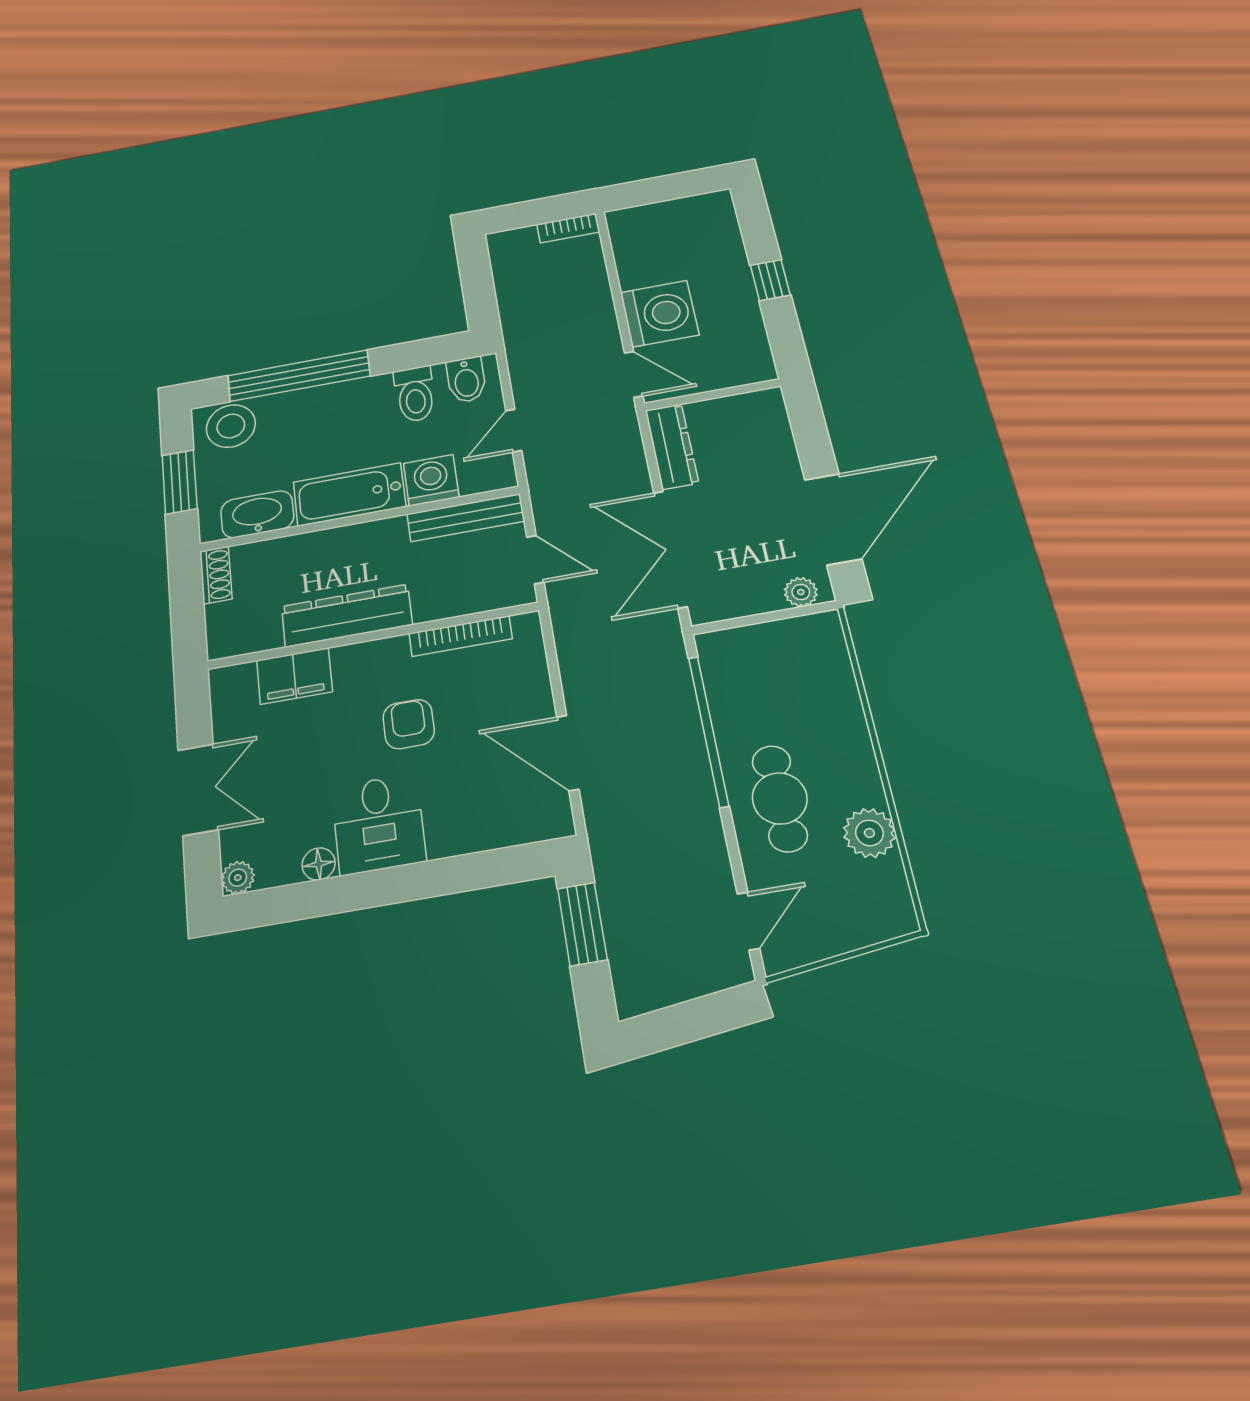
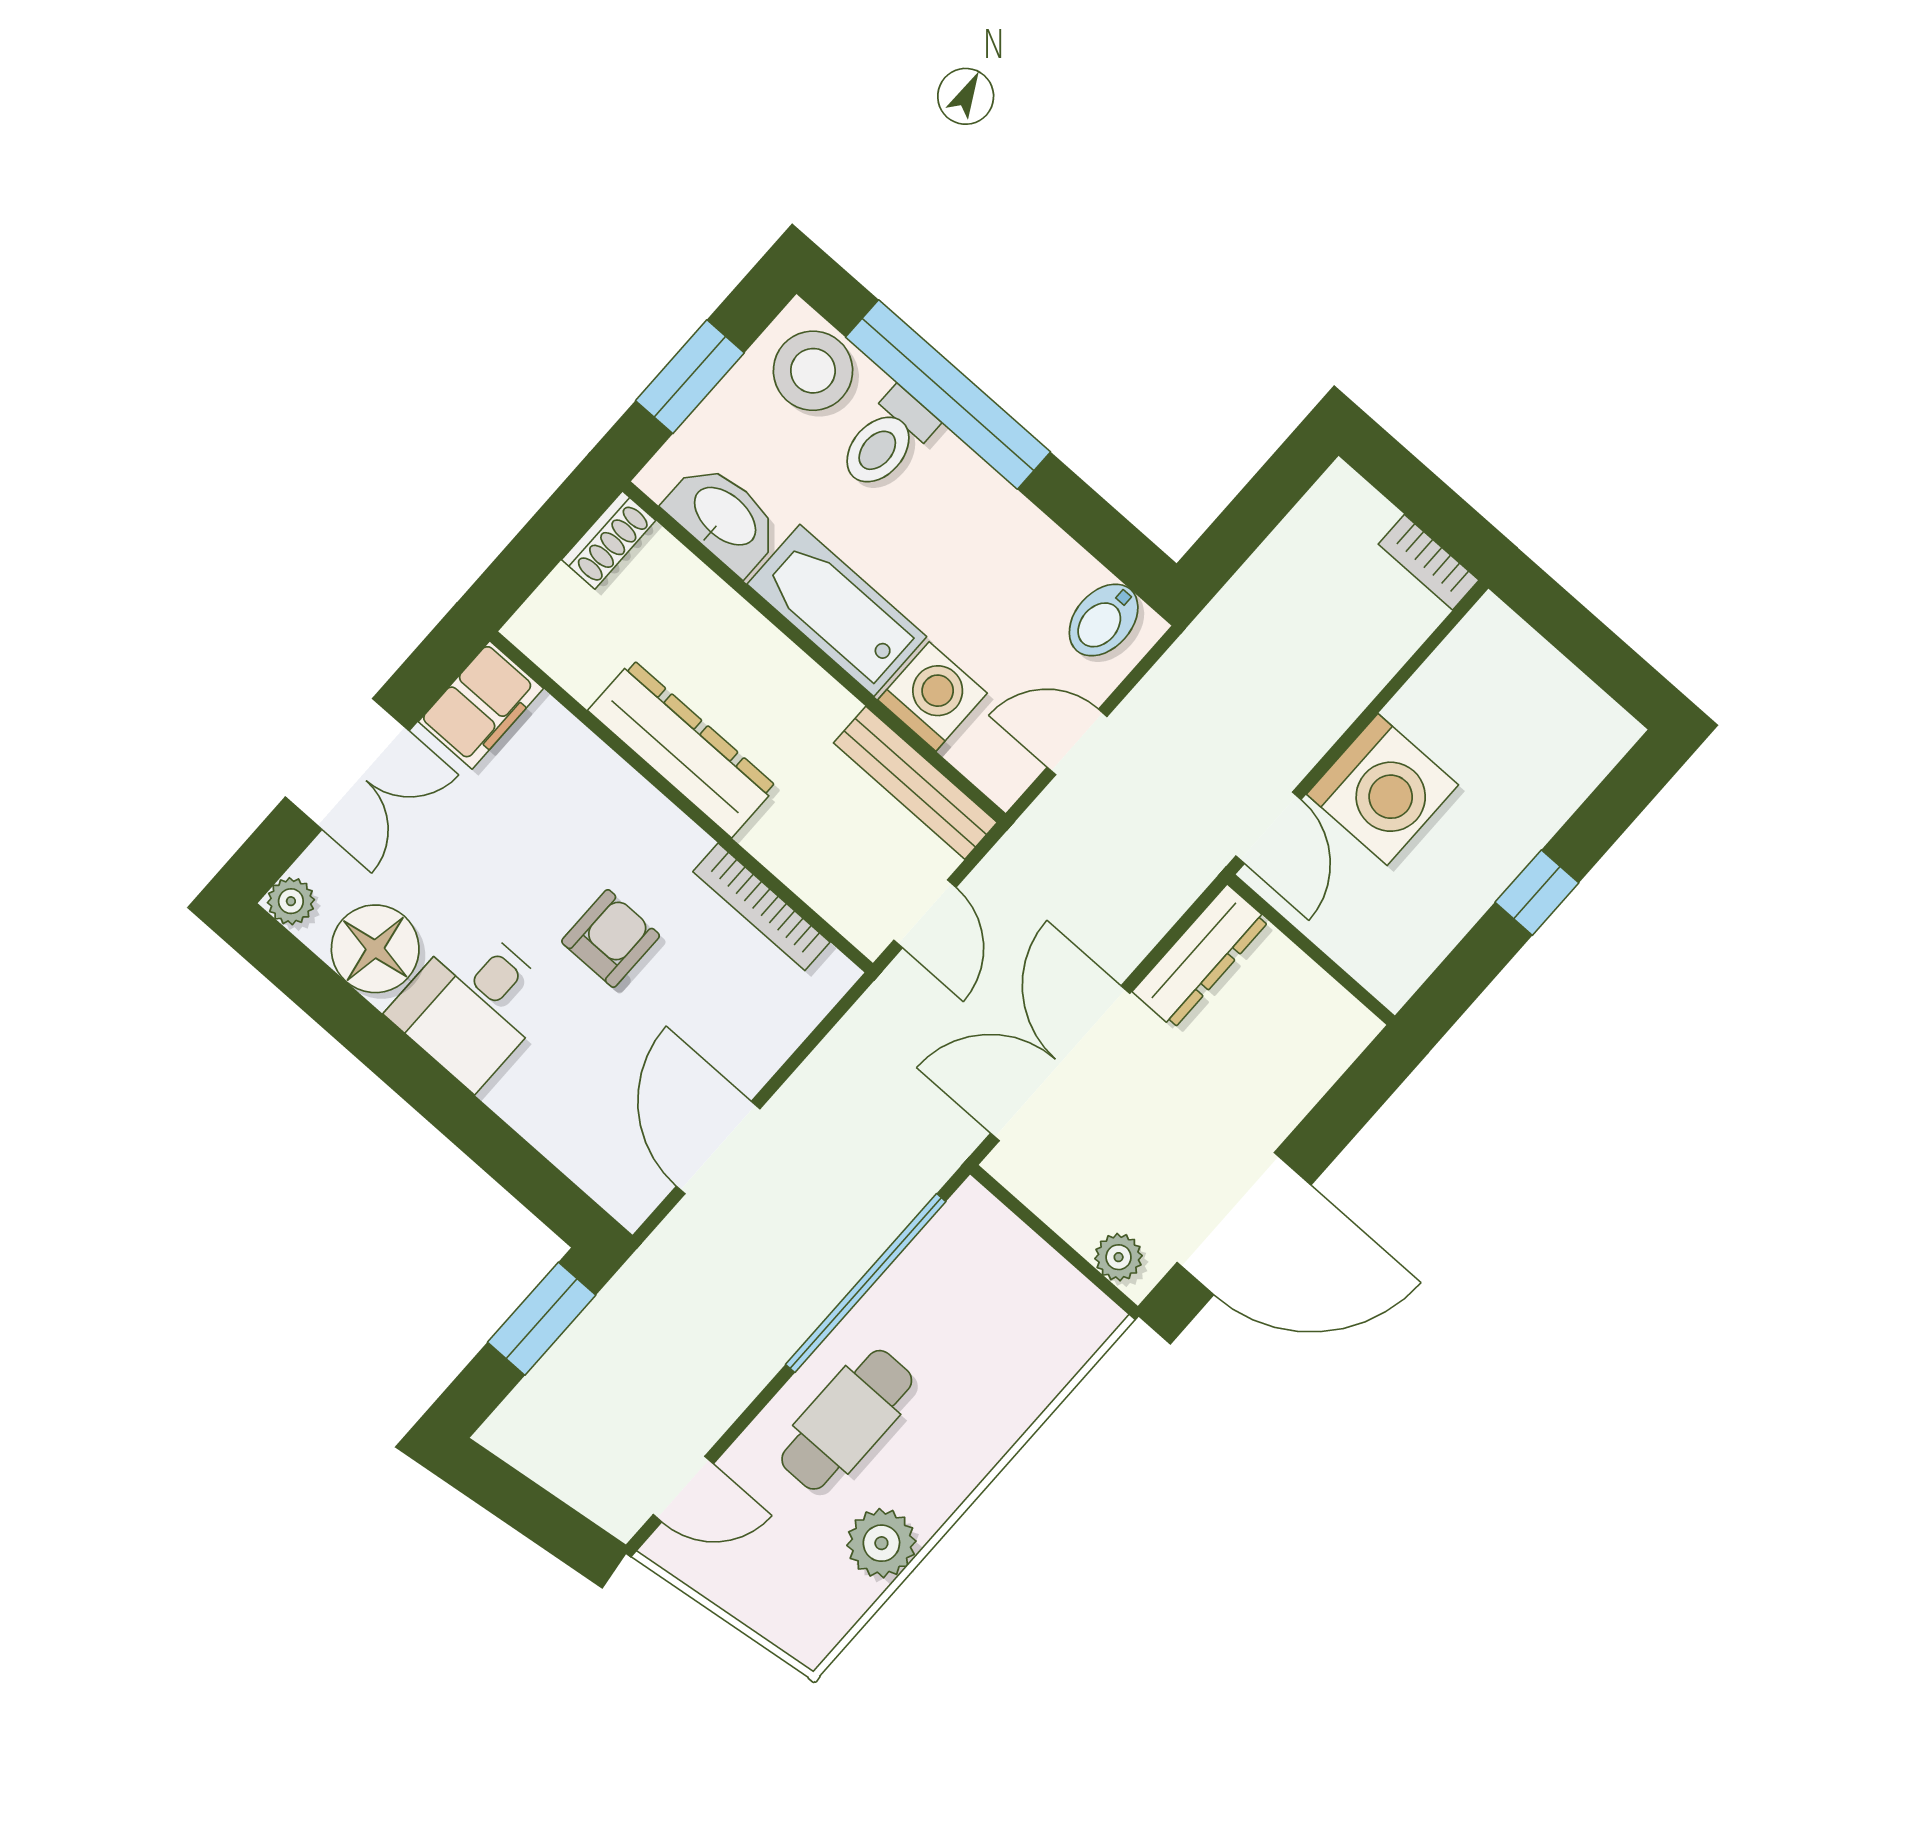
toilet: (415, 394) -> (887, 440), moved
filing cabinet: (294, 676) -> (481, 705), moved, turned -90
floor lamp: (319, 864) -> (375, 949), width x1.89, depth x1.89

